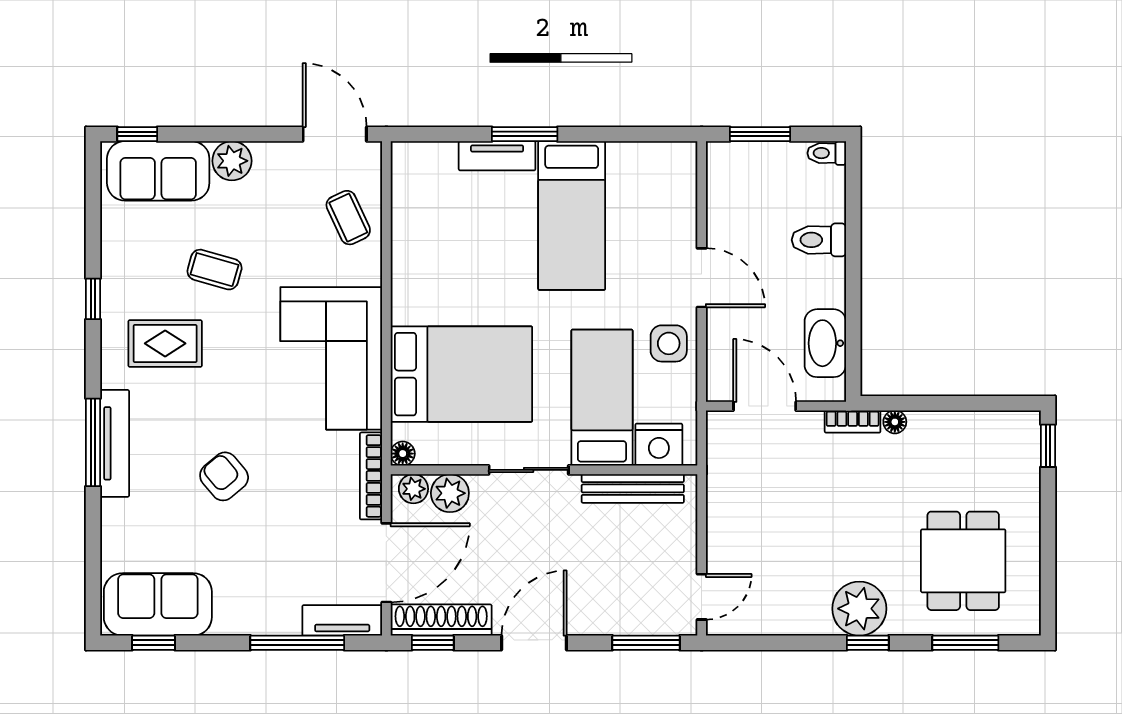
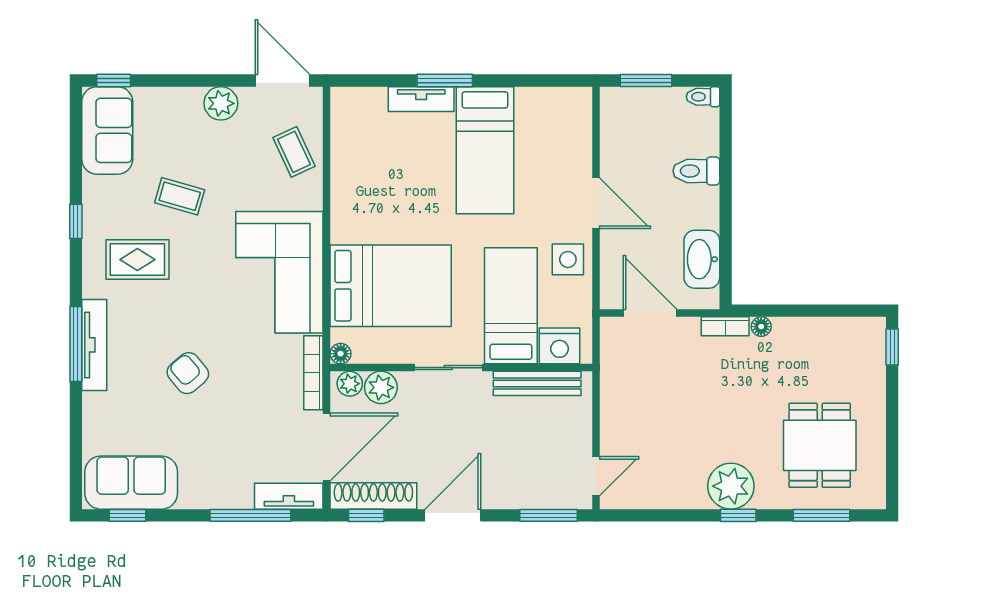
plant: (232, 161) -> (221, 103), moved
sofa: (158, 171) -> (107, 130), moved, turned -90

